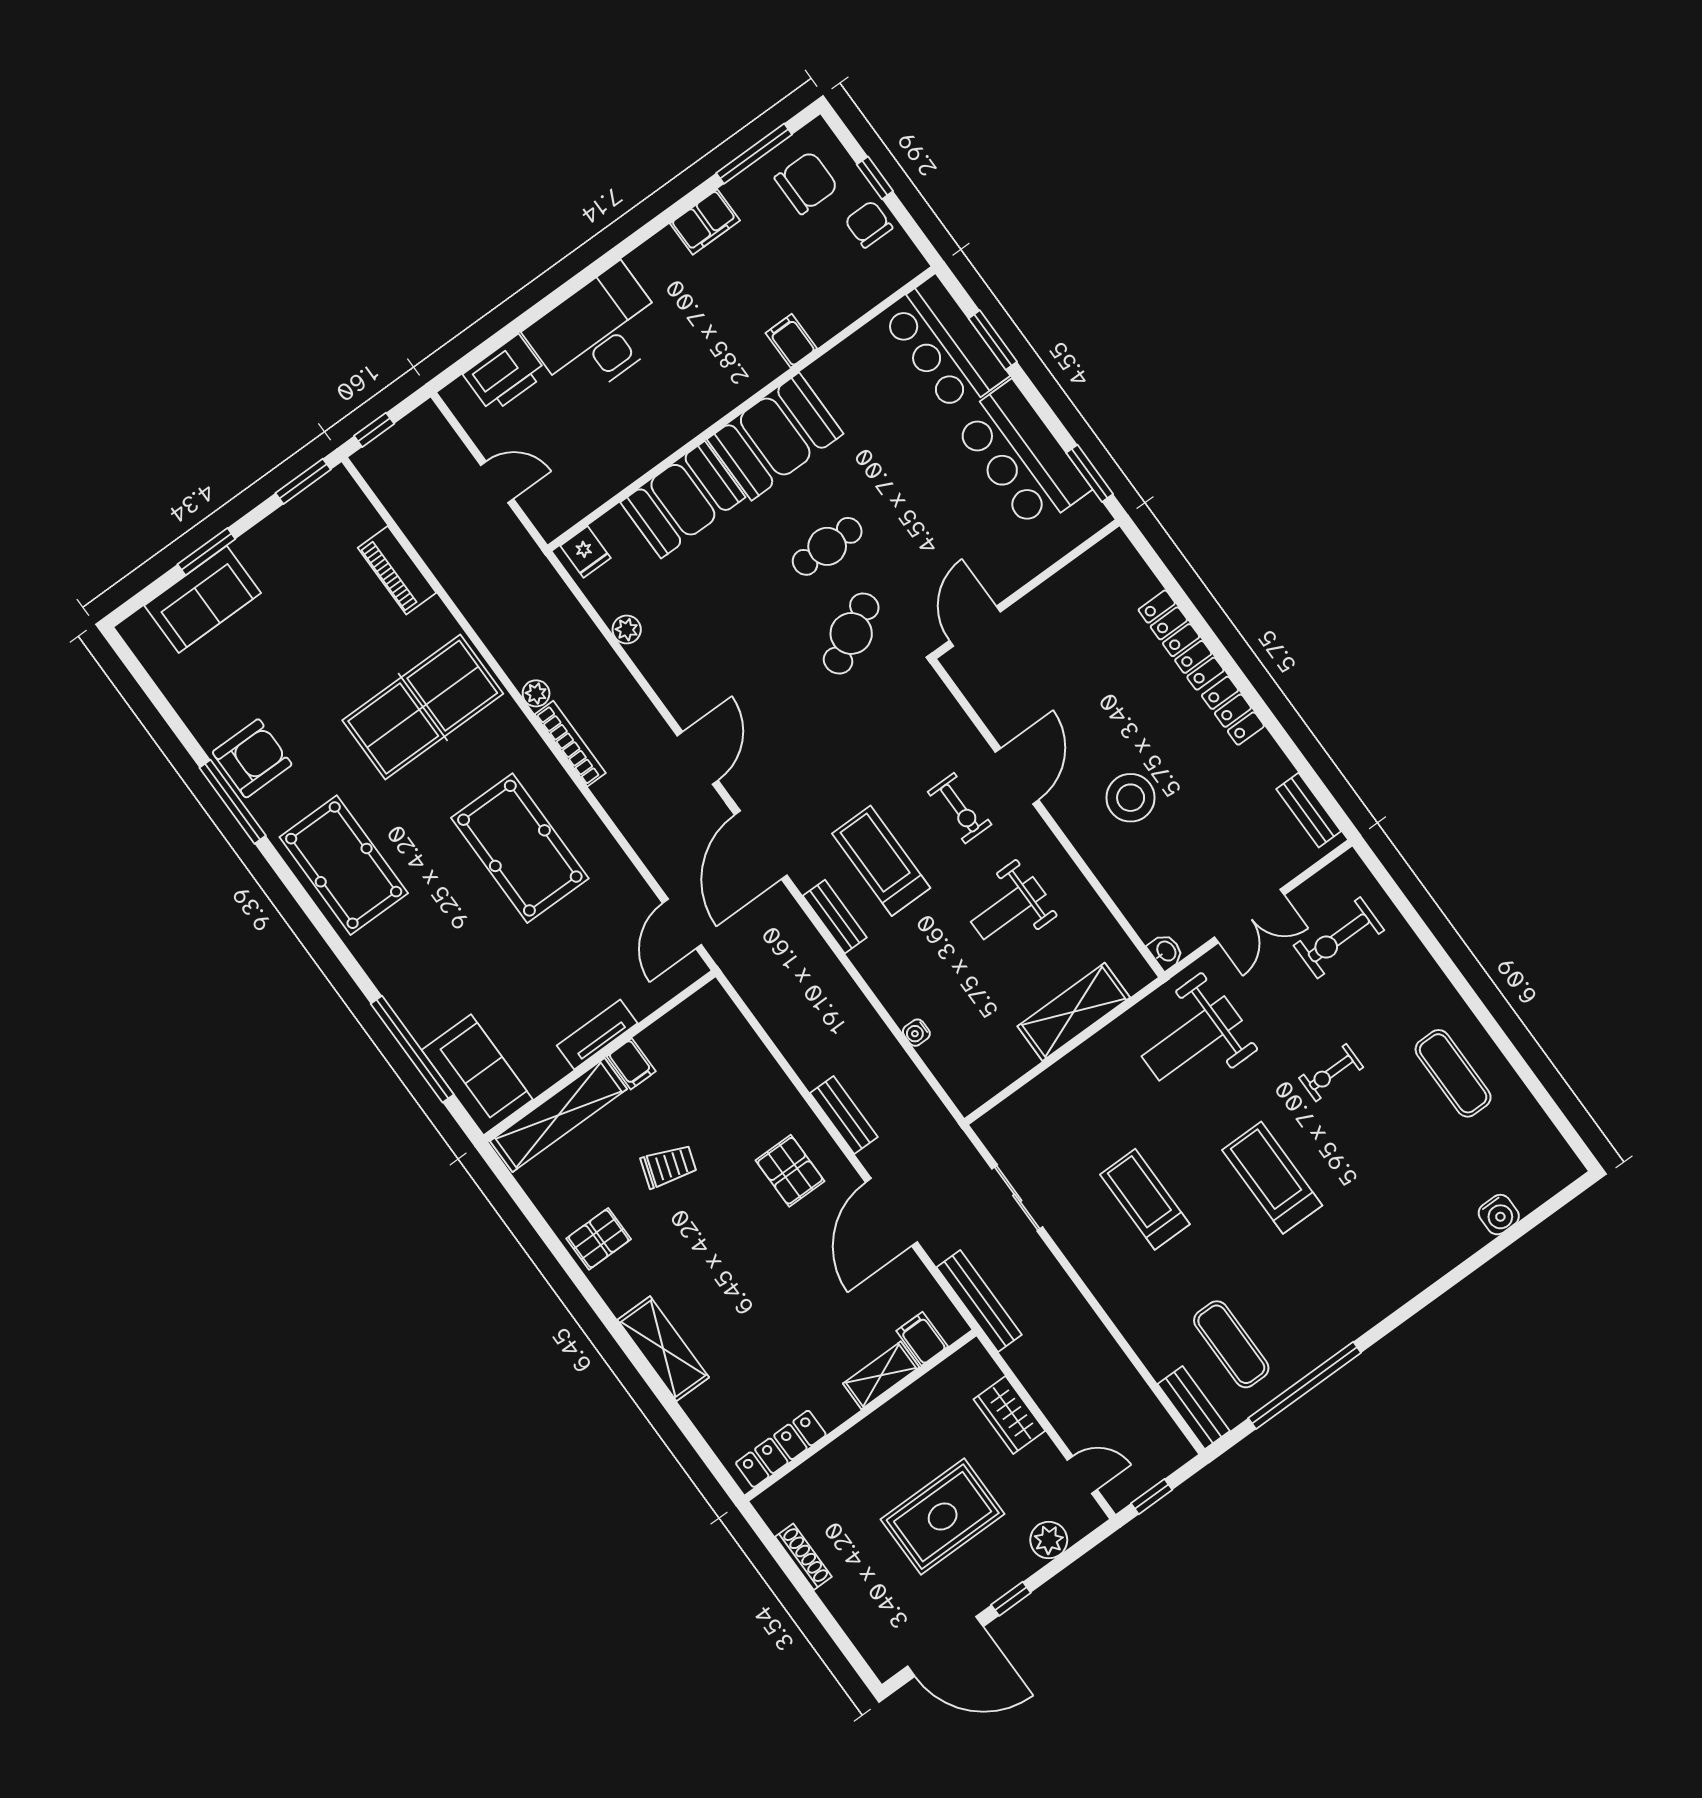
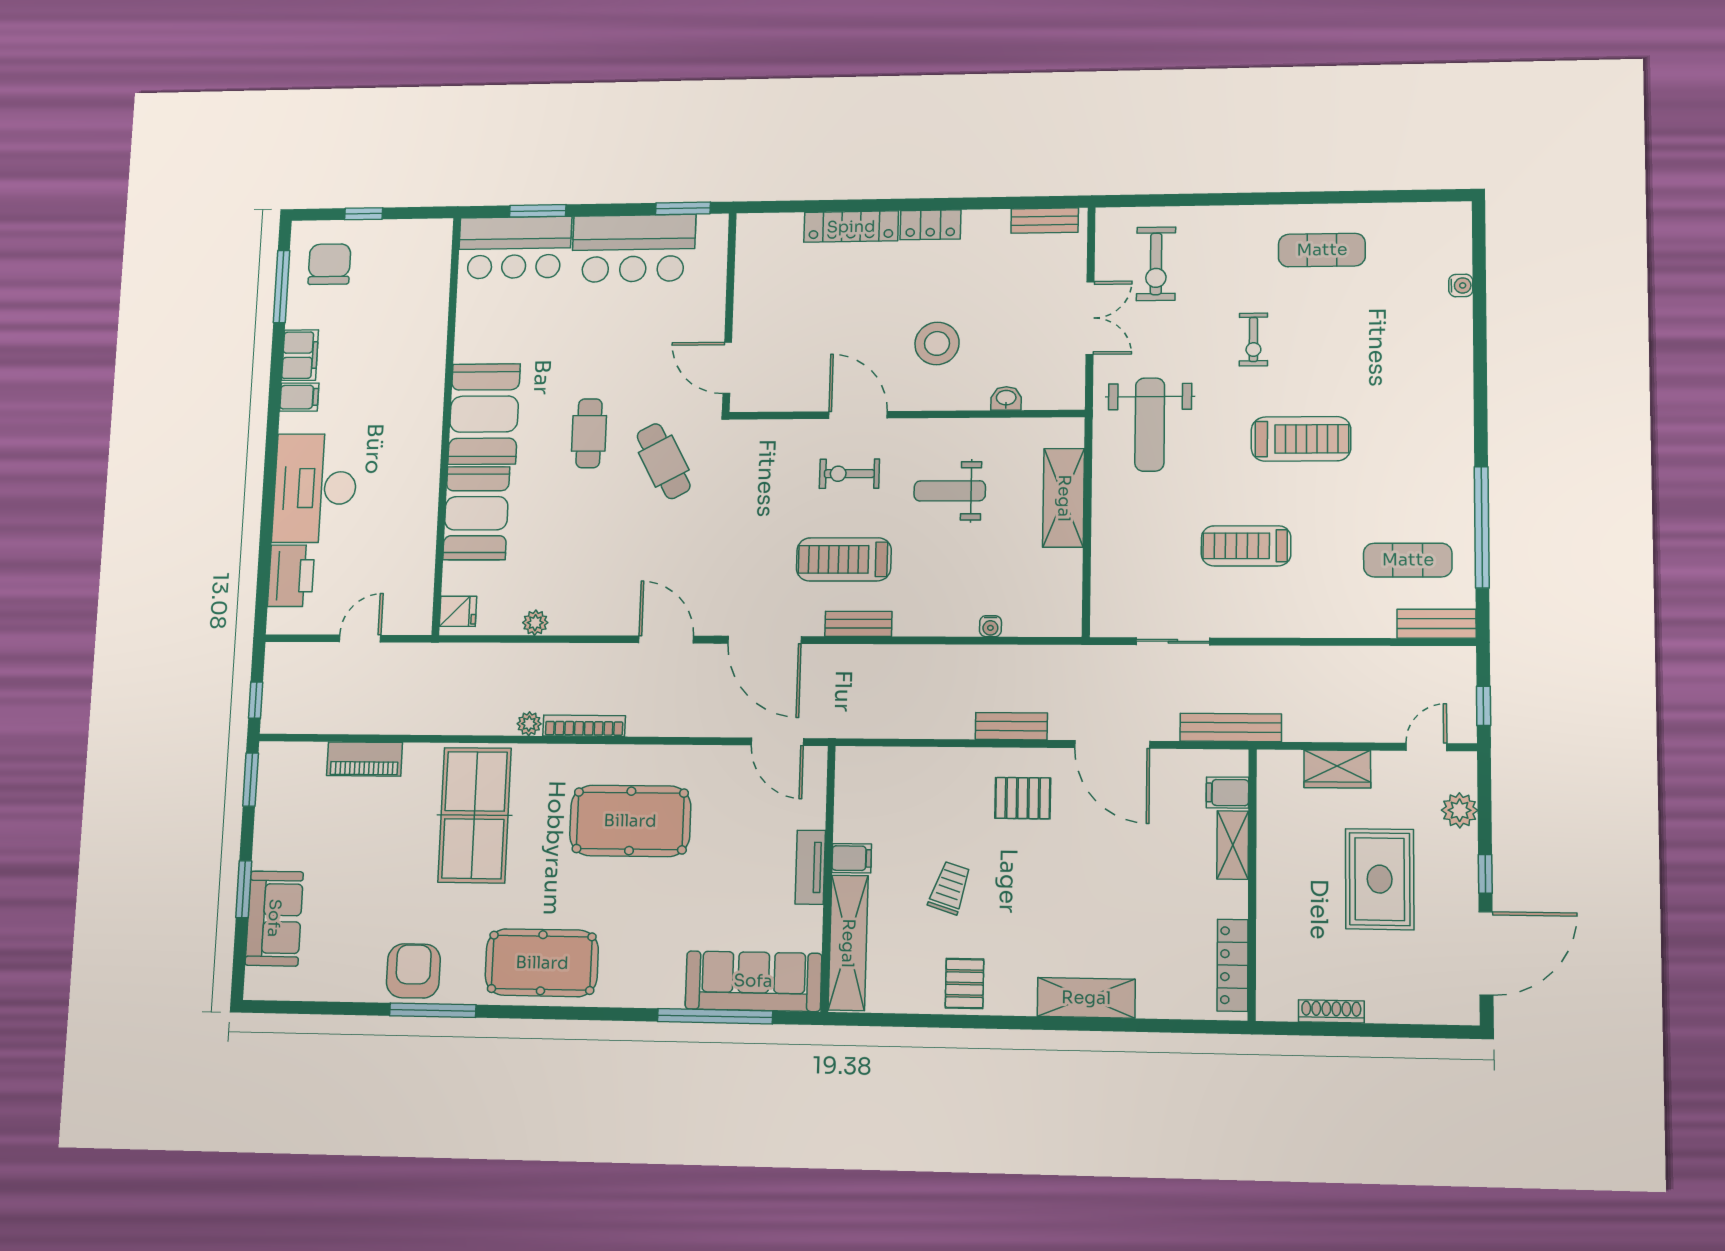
chair: (869, 224) -> (391, 241), removed
filing cabinet: (791, 341) -> (299, 397), moved, turned 180
exercise bike: (960, 808) -> (849, 474), turned 180
weight bench: (1008, 908) -> (950, 491), turned 90
washbasin: (1166, 952) -> (1006, 398), moved
sofa: (477, 1075) -> (753, 981), width x1.36
treadmill: (1272, 1178) -> (1301, 439), turned 180
water cooler: (1499, 1215) -> (1461, 285), width x0.72, depth x0.72

